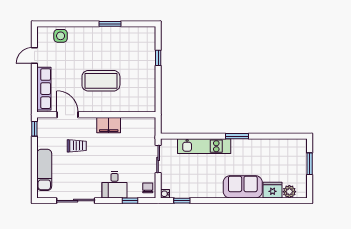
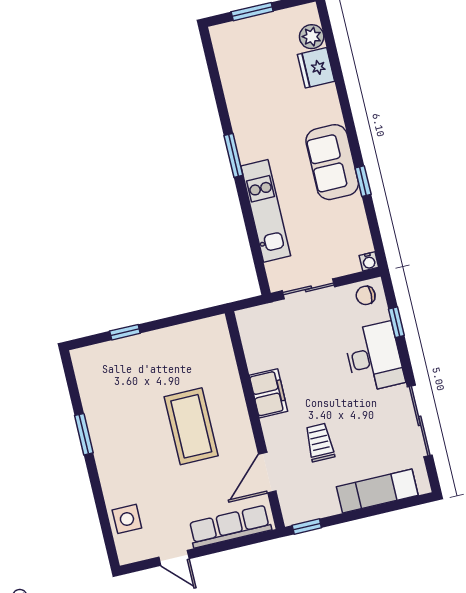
desk: (115, 185) -> (374, 357), width x1.37
sofa: (243, 187) -> (332, 162), moved
window: (182, 201) -> (363, 181), moved

